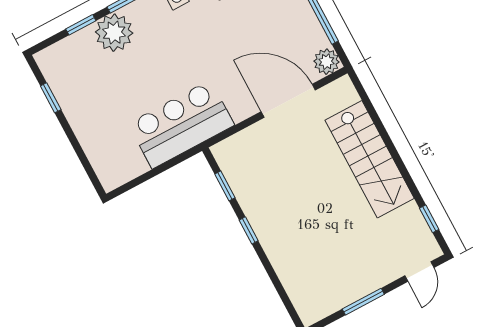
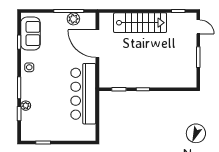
plant: (114, 33) -> (26, 106), width x0.53, depth x0.53
plant: (327, 62) -> (73, 19), moved
door: (288, 101) -> (97, 44), hinge flipped
bar counter: (181, 124) -> (83, 94), width x1.36

